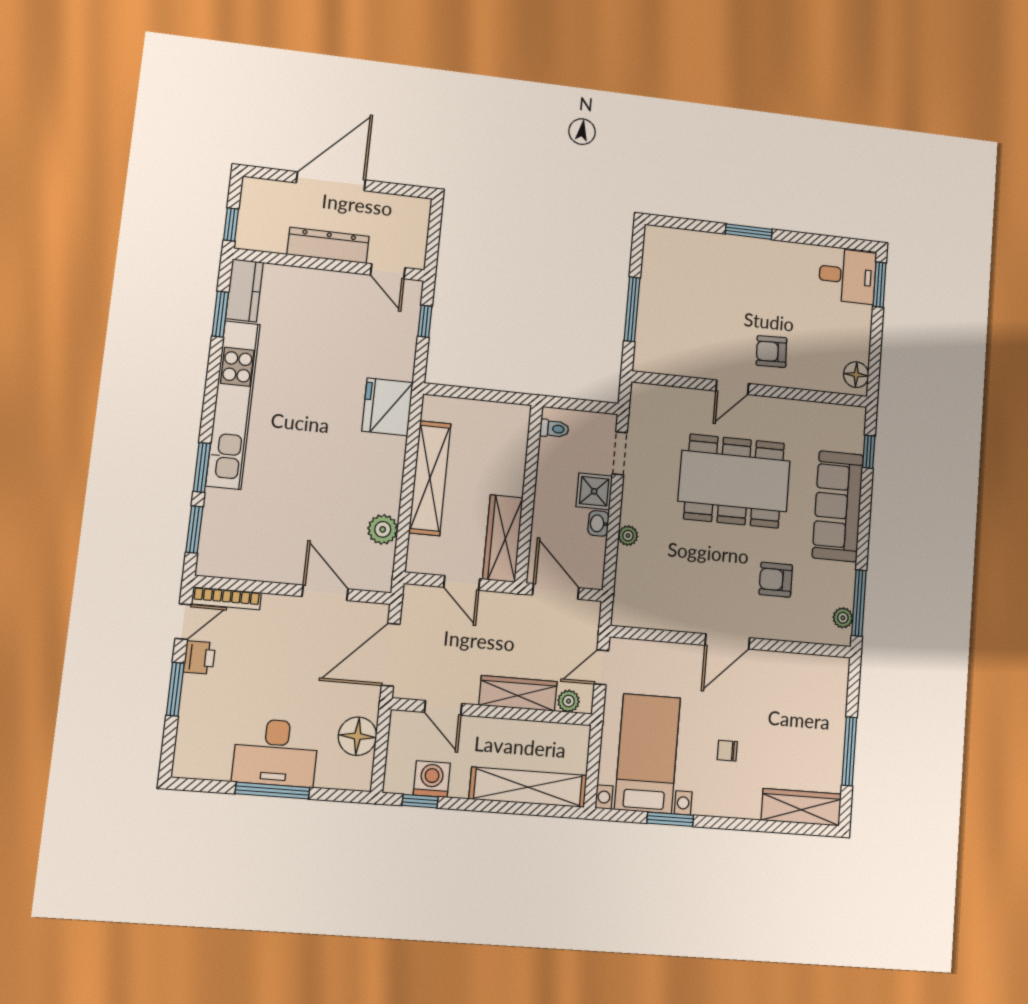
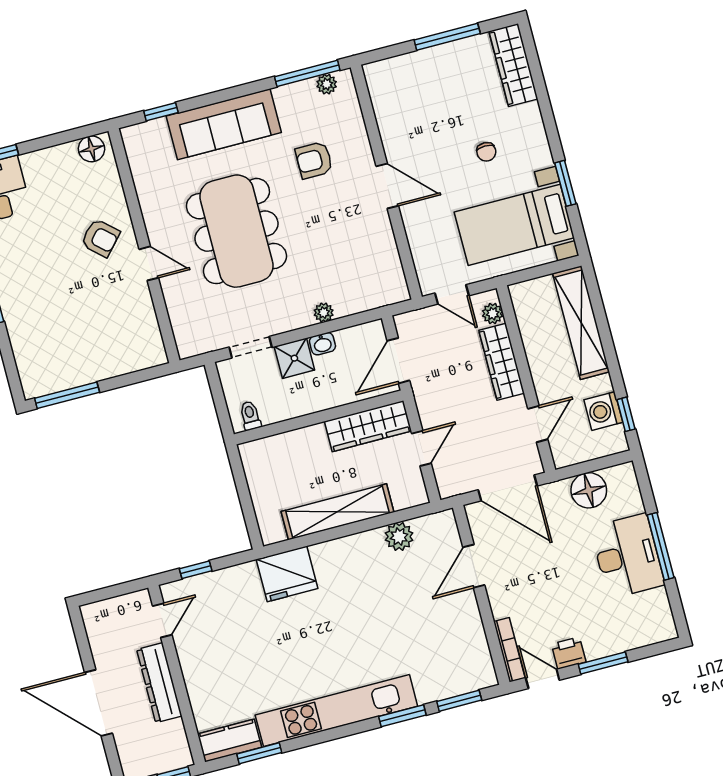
window: (632, 309) -> (67, 395), moved
armchair: (771, 352) -> (100, 238), turned -46
armchair: (776, 580) -> (314, 160), turned 90

